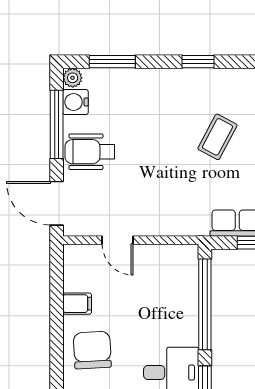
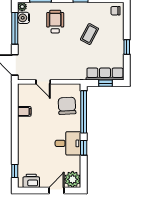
wheelchair: (90, 152) -> (55, 22), moved, turned 90
chair: (92, 350) -> (67, 106), moved

